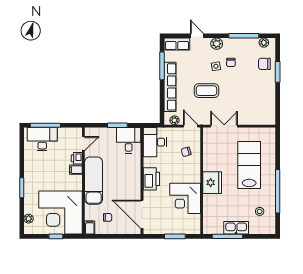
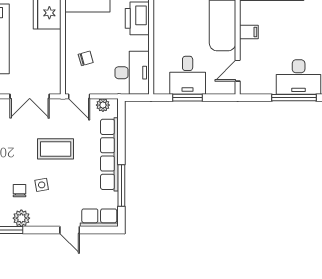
plant: (217, 44) -> (21, 218), moved
desk: (129, 140) -> (188, 75), moved
printer: (77, 158) -> (247, 49), removed

